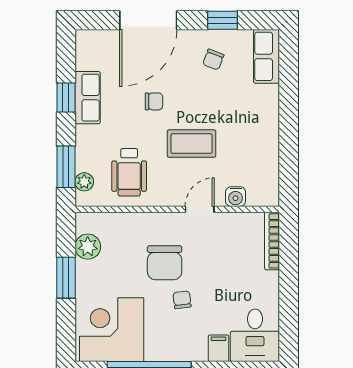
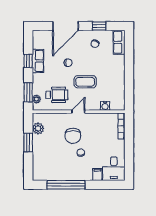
wheelchair: (129, 172) -> (57, 95), turned -90
door: (200, 209) -> (78, 112), moved
corner desk: (112, 330) -> (49, 166), removed

